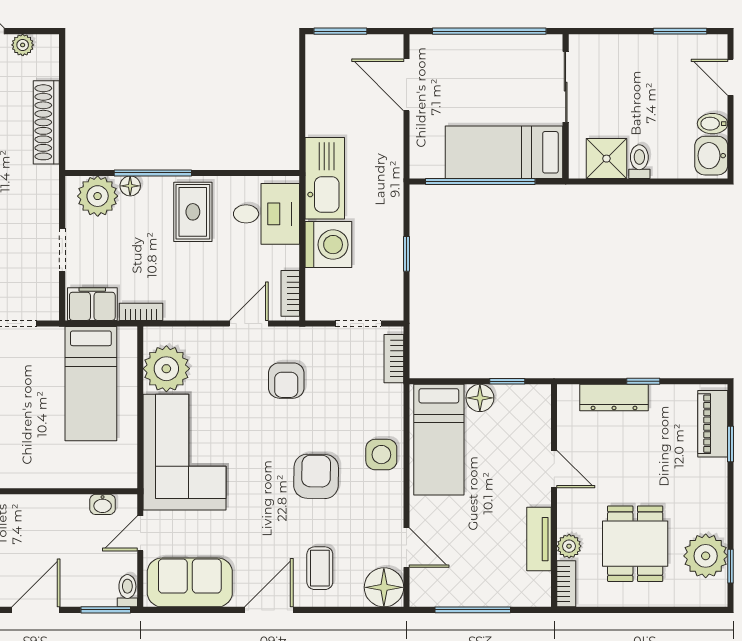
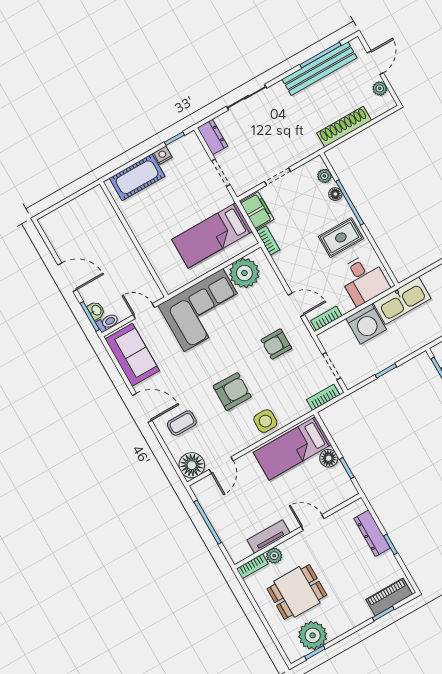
plant: (98, 196) -> (324, 176), width x0.53, depth x0.53
door: (554, 469) -> (313, 523), swing flipped
washbasin: (103, 504) -> (96, 310), moved, turned 180

